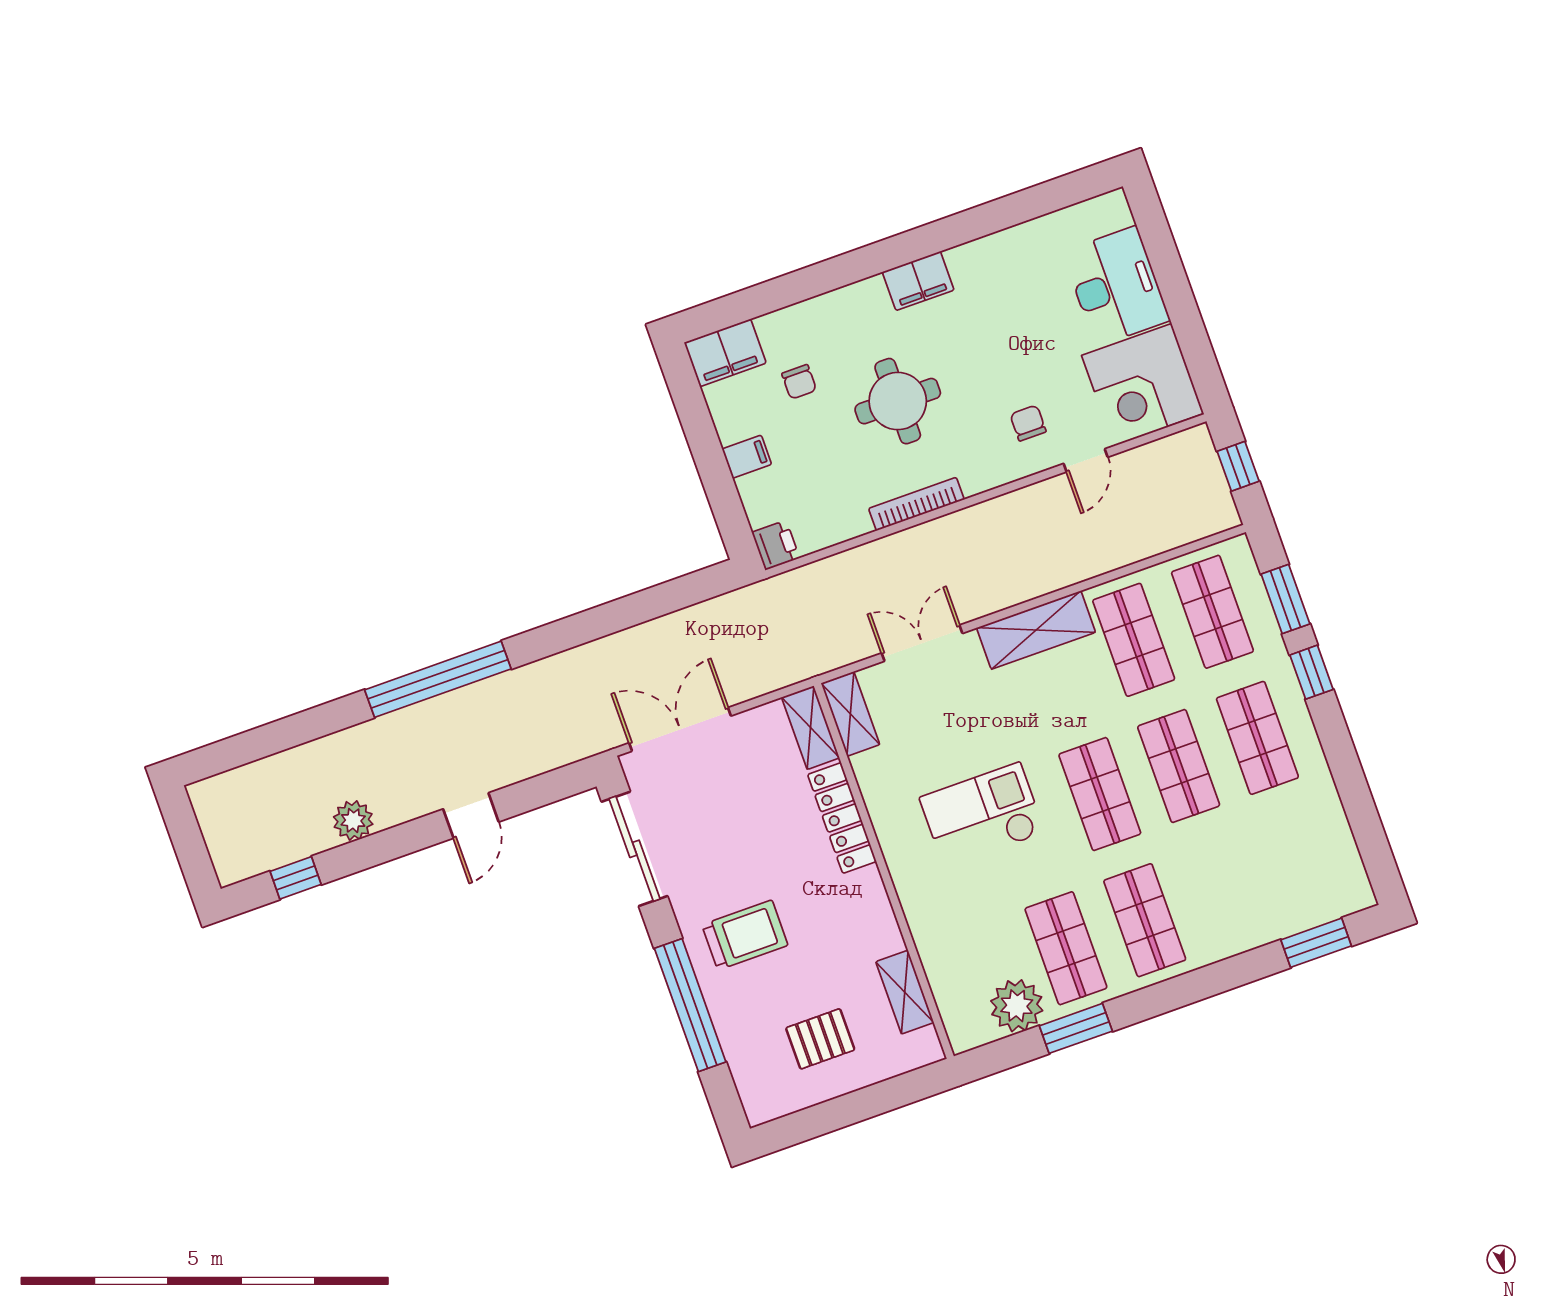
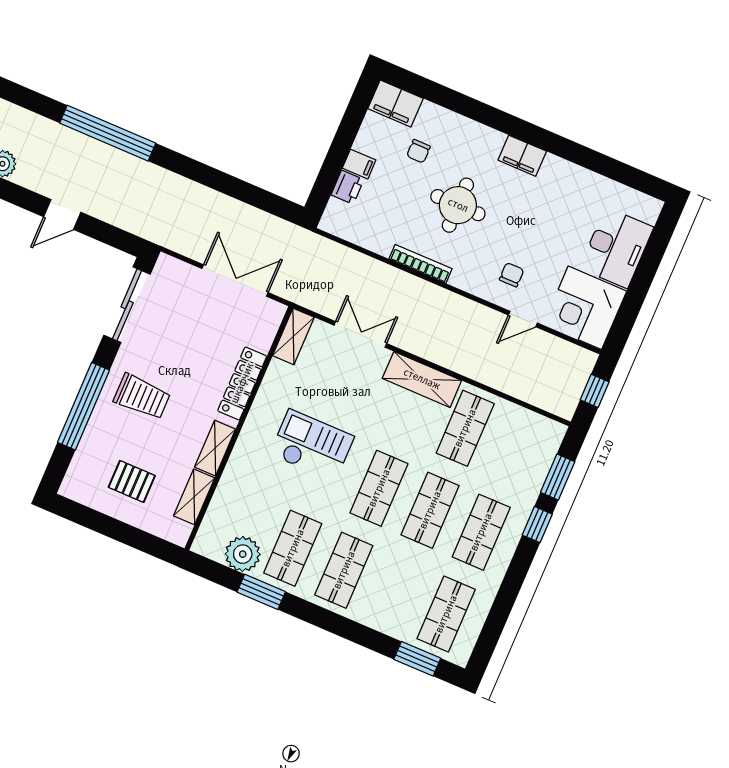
printer: (776, 545) -> (347, 187), moved
shop shelf: (1212, 612) -> (446, 614), moved
shelving: (811, 728) -> (215, 448), moved
double door: (680, 729) -> (235, 281), moved

